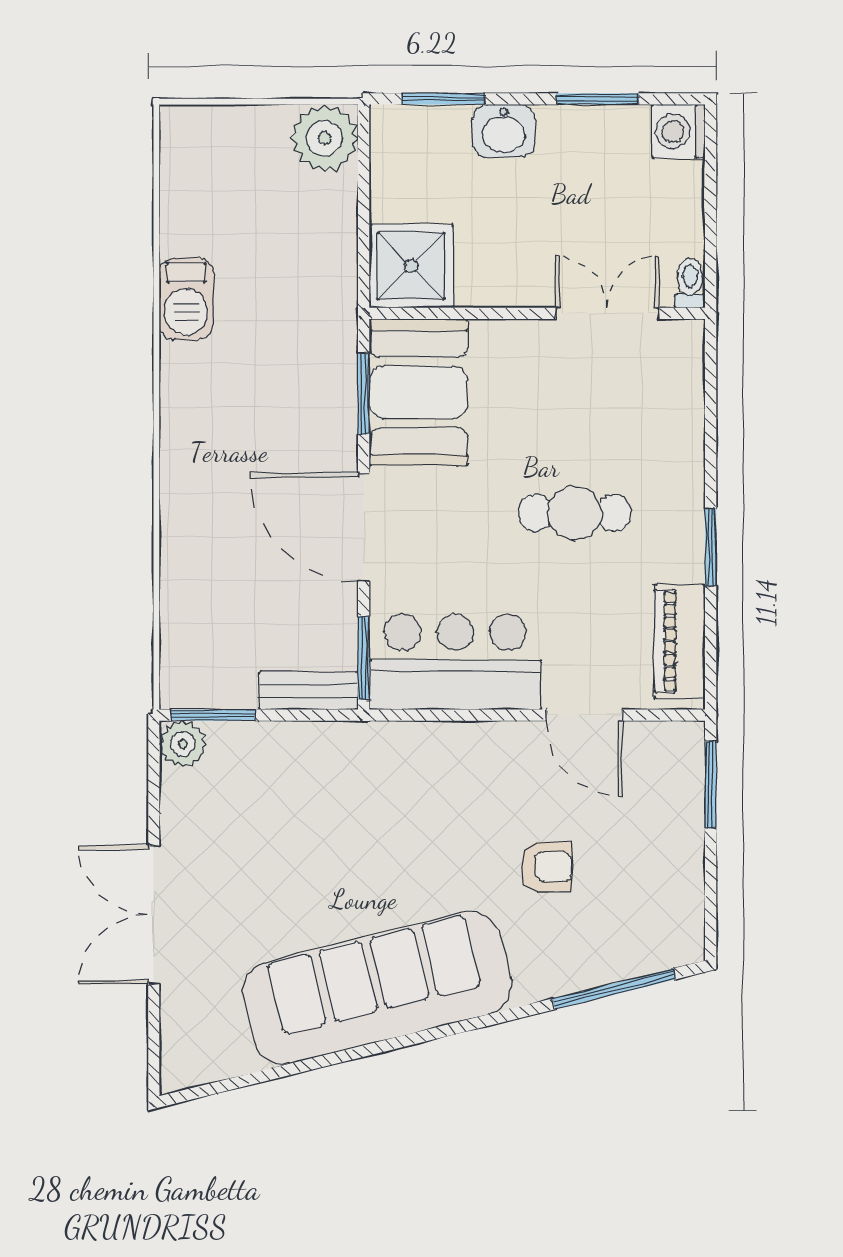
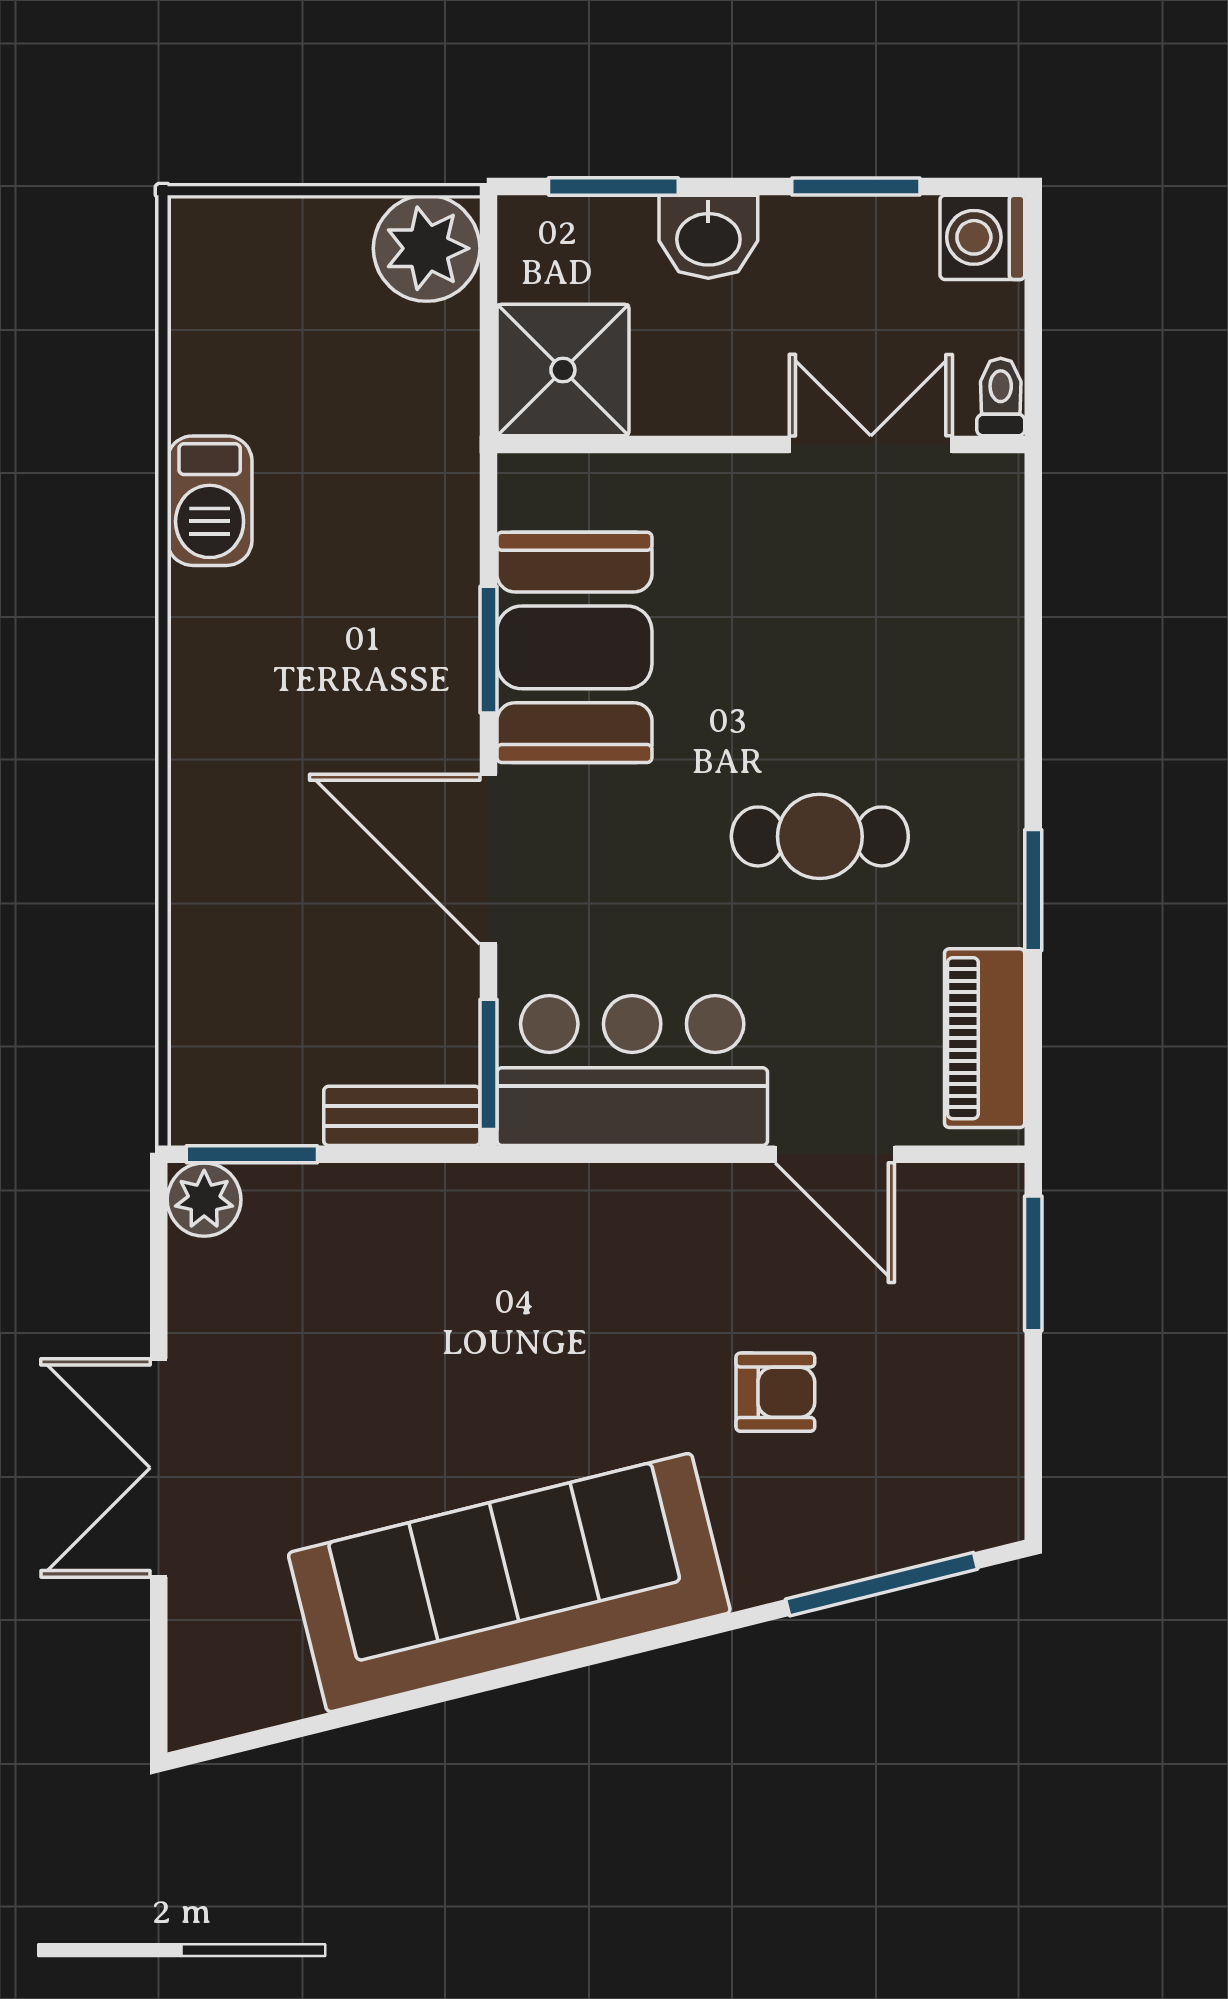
shower: (411, 266) -> (563, 370), moved
toilet: (690, 283) -> (1001, 397), moved
wall: (537, 313) -> (761, 445), moved
double door: (607, 313) -> (871, 445), moved

